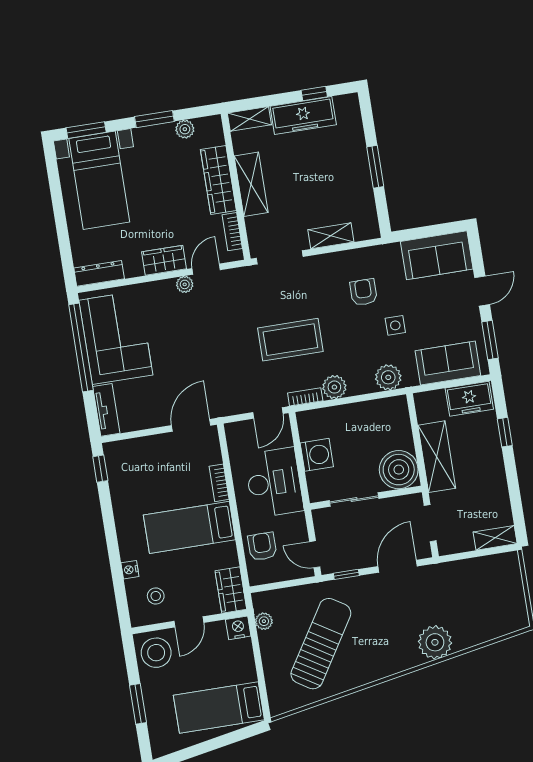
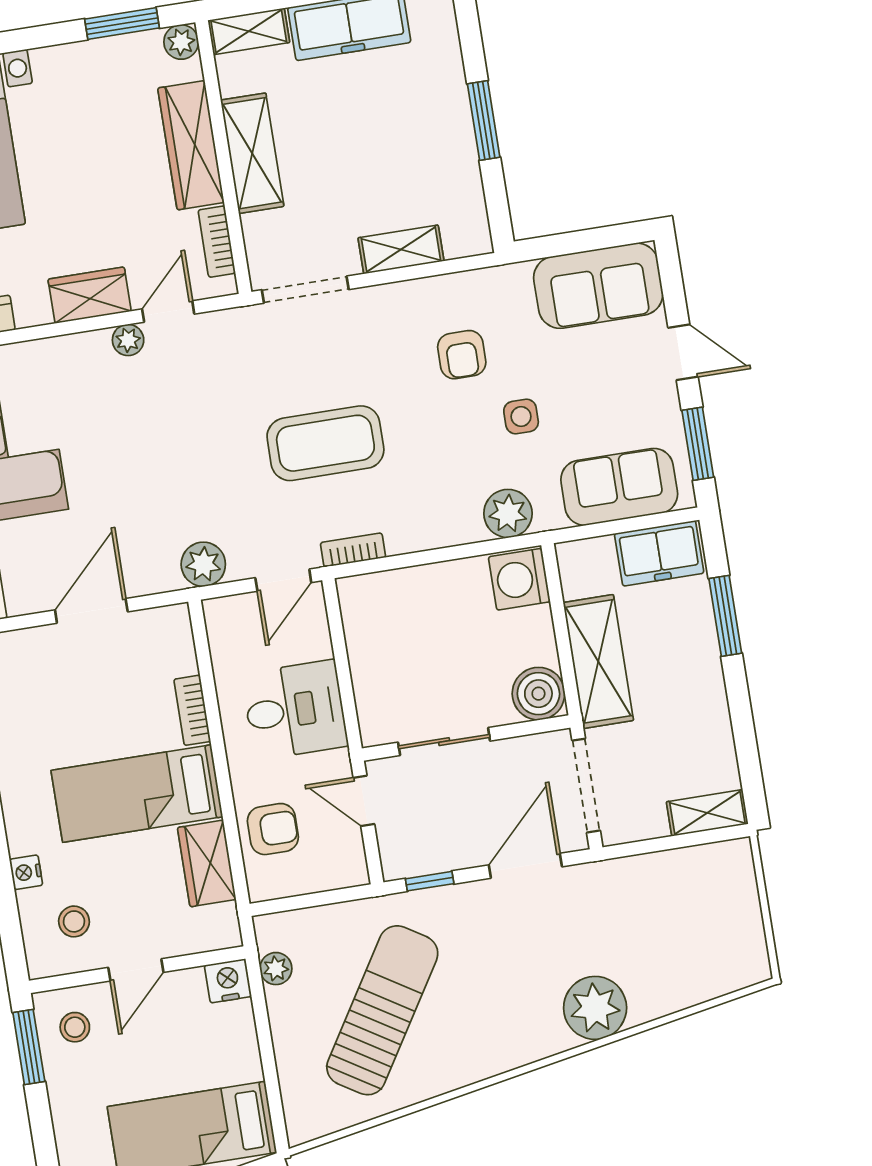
window: (154, 119) -> (122, 24), moved
plant: (185, 129) -> (181, 42), moved
door: (482, 291) -> (683, 352), hinge flipped
armchair: (363, 292) -> (462, 355), turned 180
plant: (334, 387) -> (203, 564), moved
door: (191, 425) -> (91, 611), moved
window: (505, 432) -> (725, 616), width x1.50
washing machine: (317, 455) -> (519, 579), moved, turned 180
boiler: (399, 470) -> (538, 694), width x0.73, depth x0.73
desk: (274, 483) -> (295, 710), width x0.73
doorway: (430, 523) -> (586, 786), width x1.38
armchair: (262, 546) -> (273, 829), turned 90
door: (315, 554) -> (364, 801), moved
wardrobe: (231, 590) -> (207, 863), moved
stool: (156, 653) -> (75, 1027), width x0.53, depth x0.53
window: (138, 704) -> (29, 1047), moved

